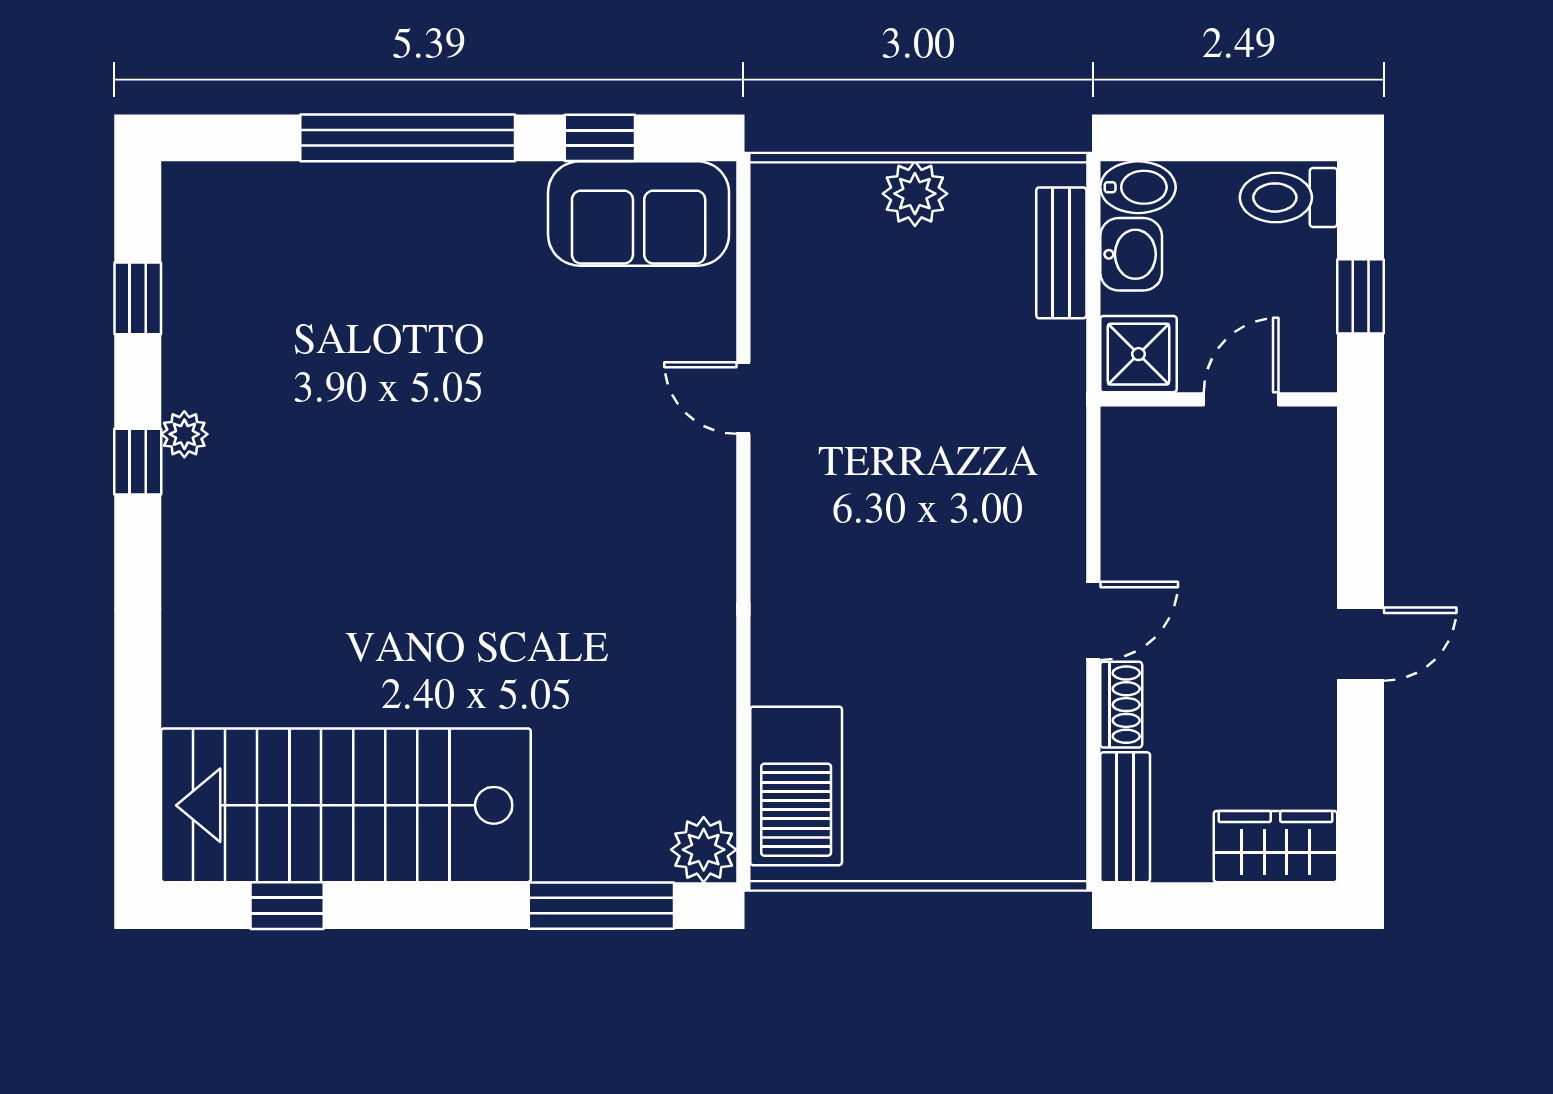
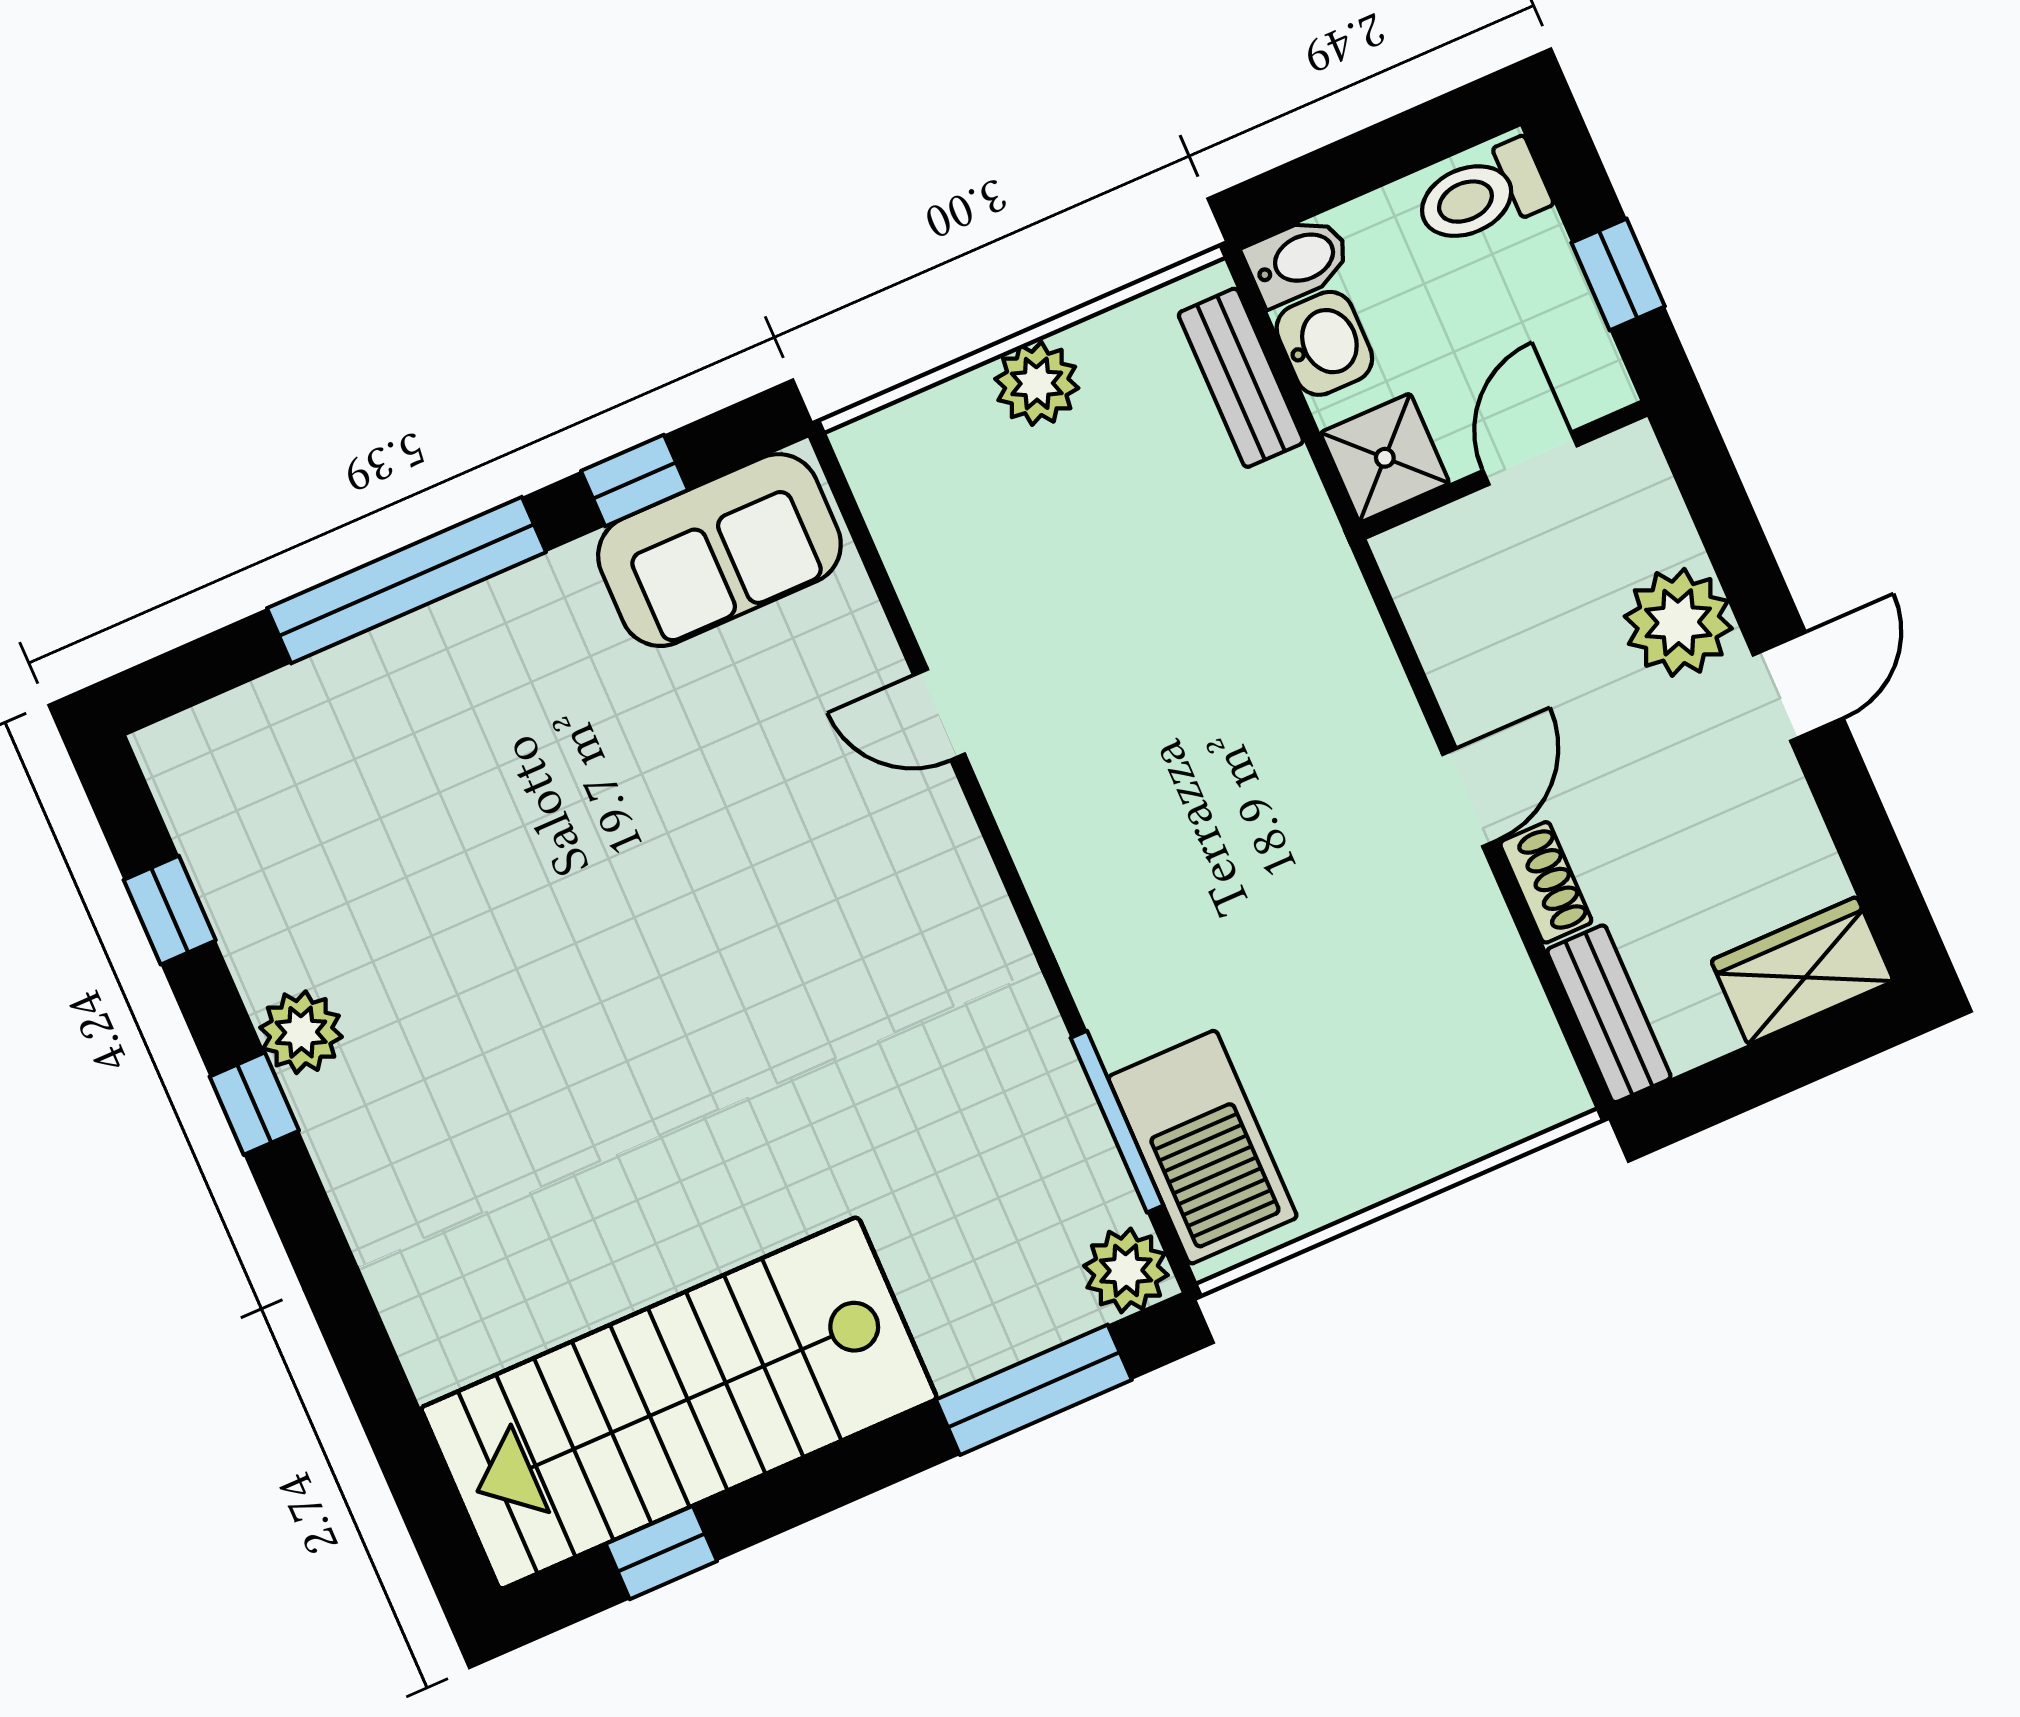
plant: (184, 434) -> (301, 1032), width x1.38, depth x1.38
plant: (1295, 561) -> (1678, 622), added
window: (743, 741) -> (1117, 1122), added

